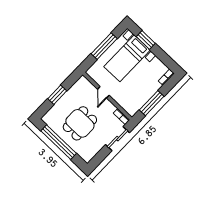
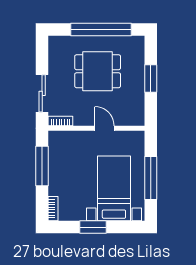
window: (146, 40) -> (93, 227), moved
dining table: (80, 123) -> (98, 71), turned 90

